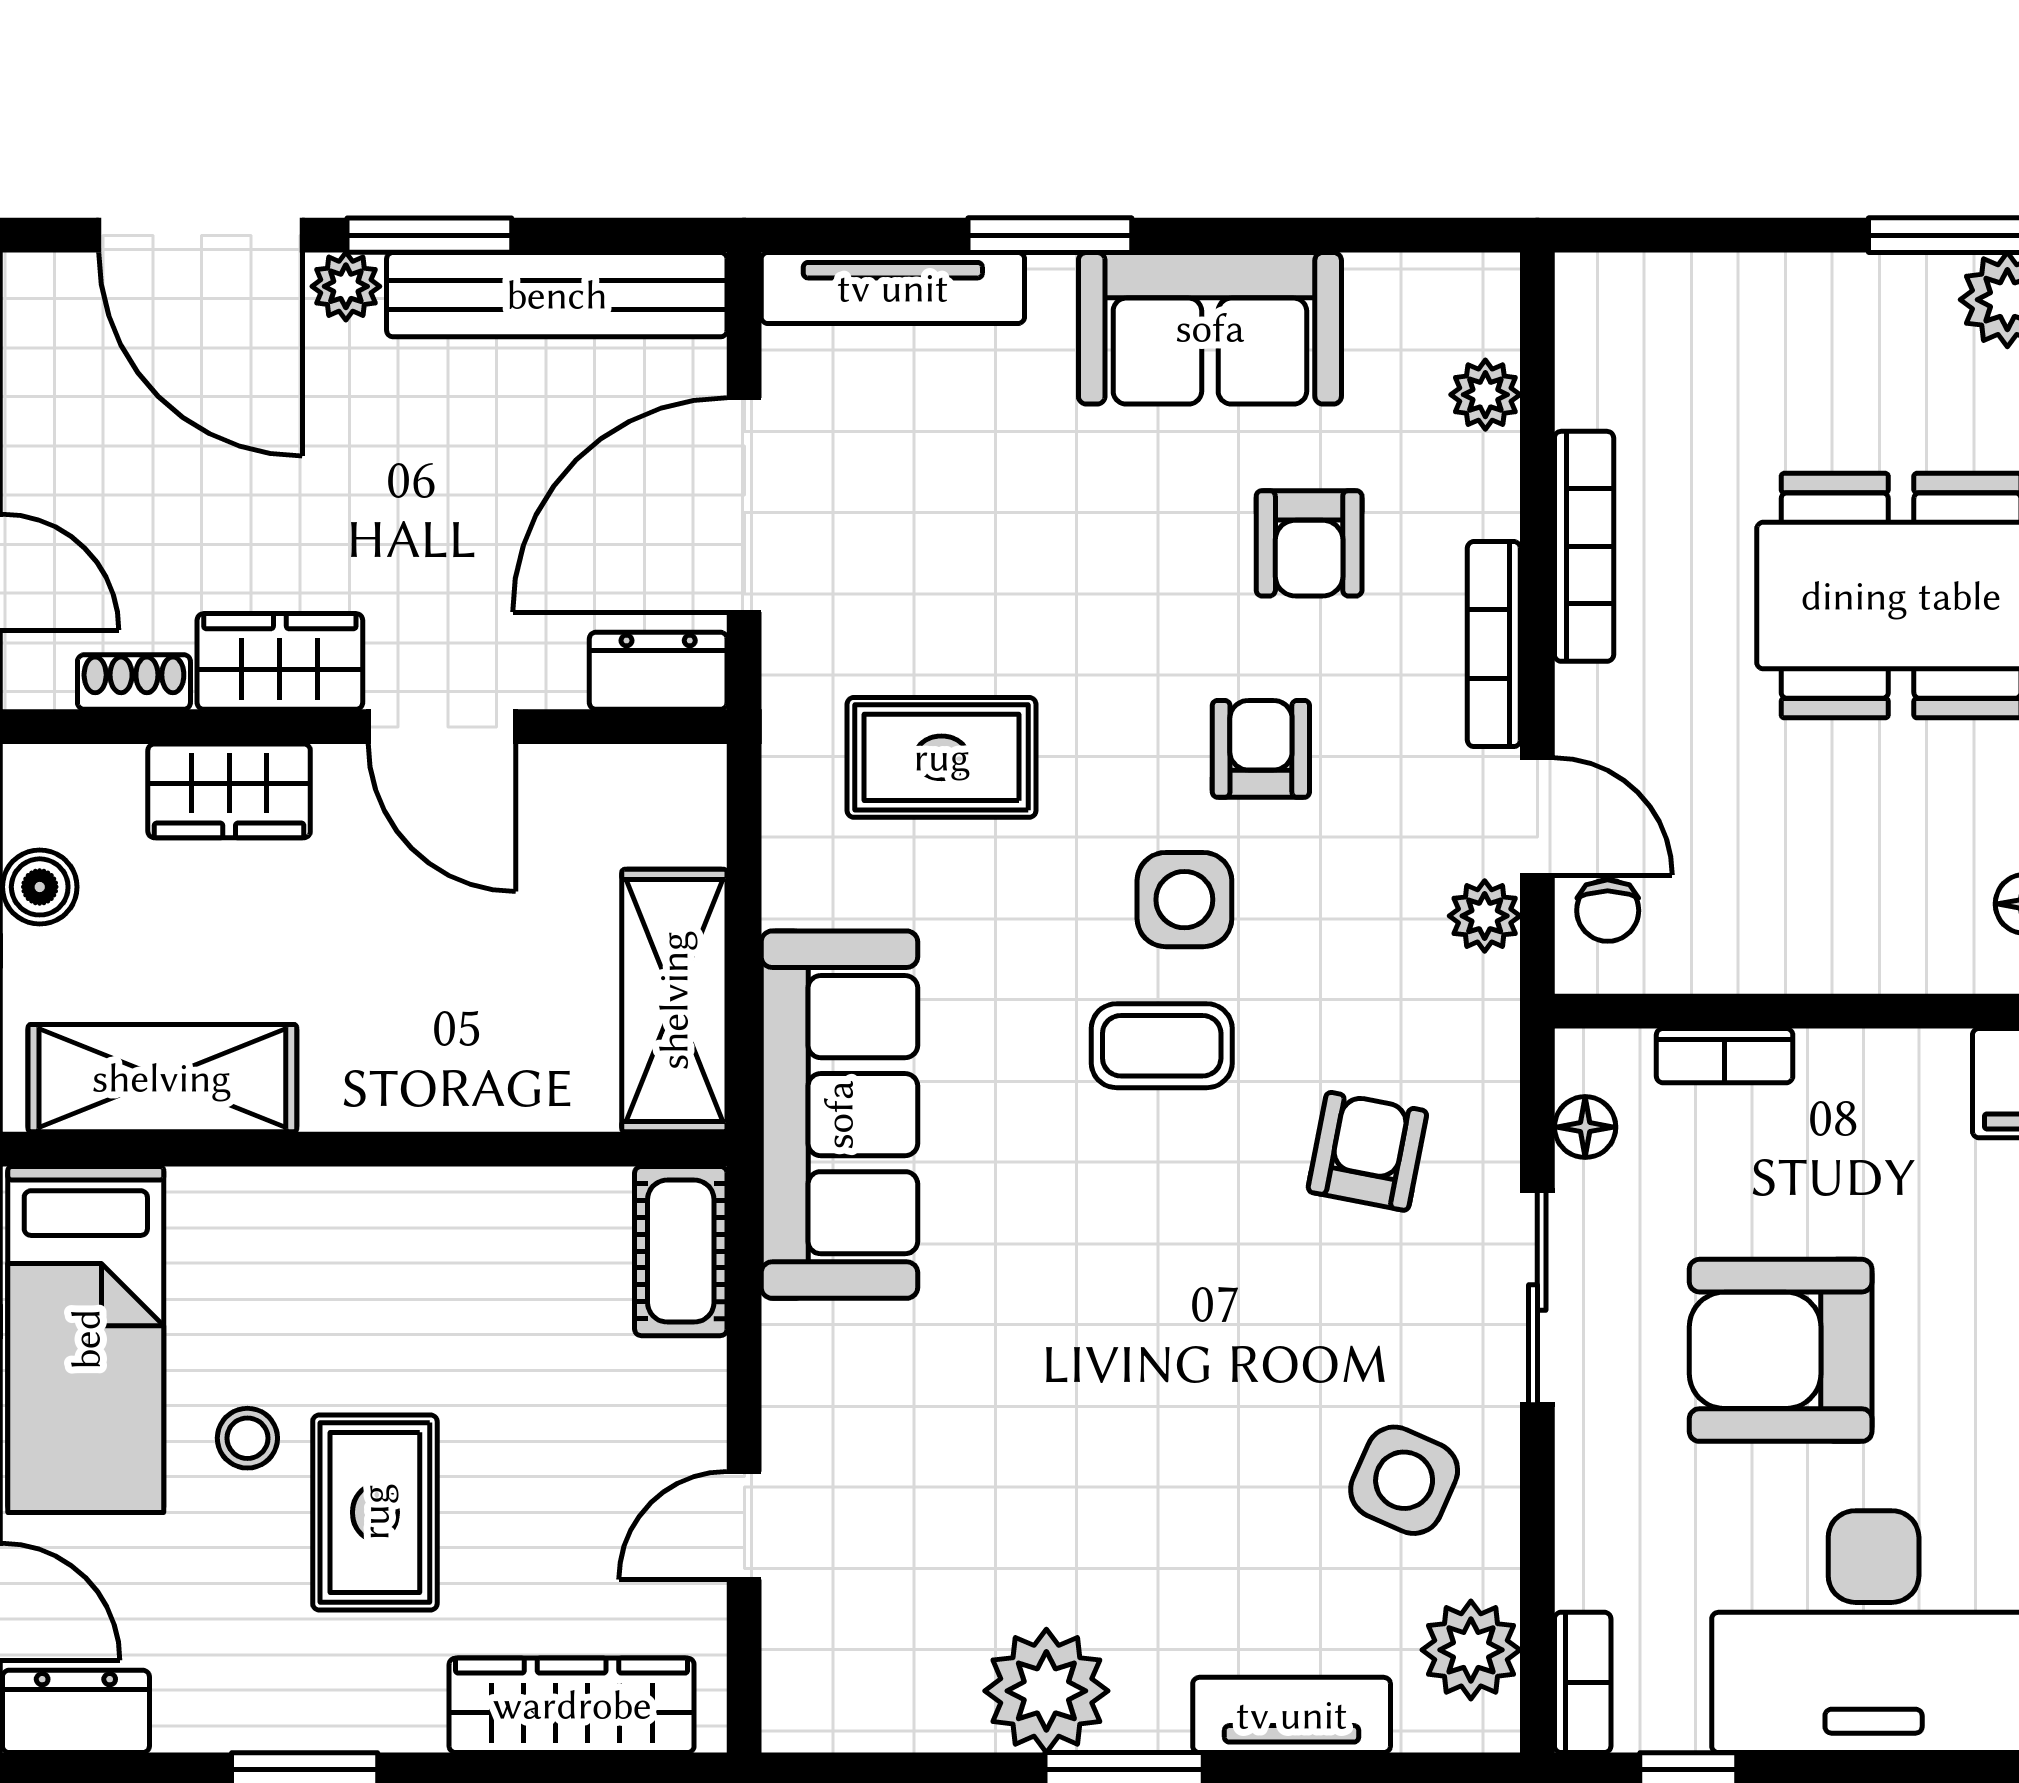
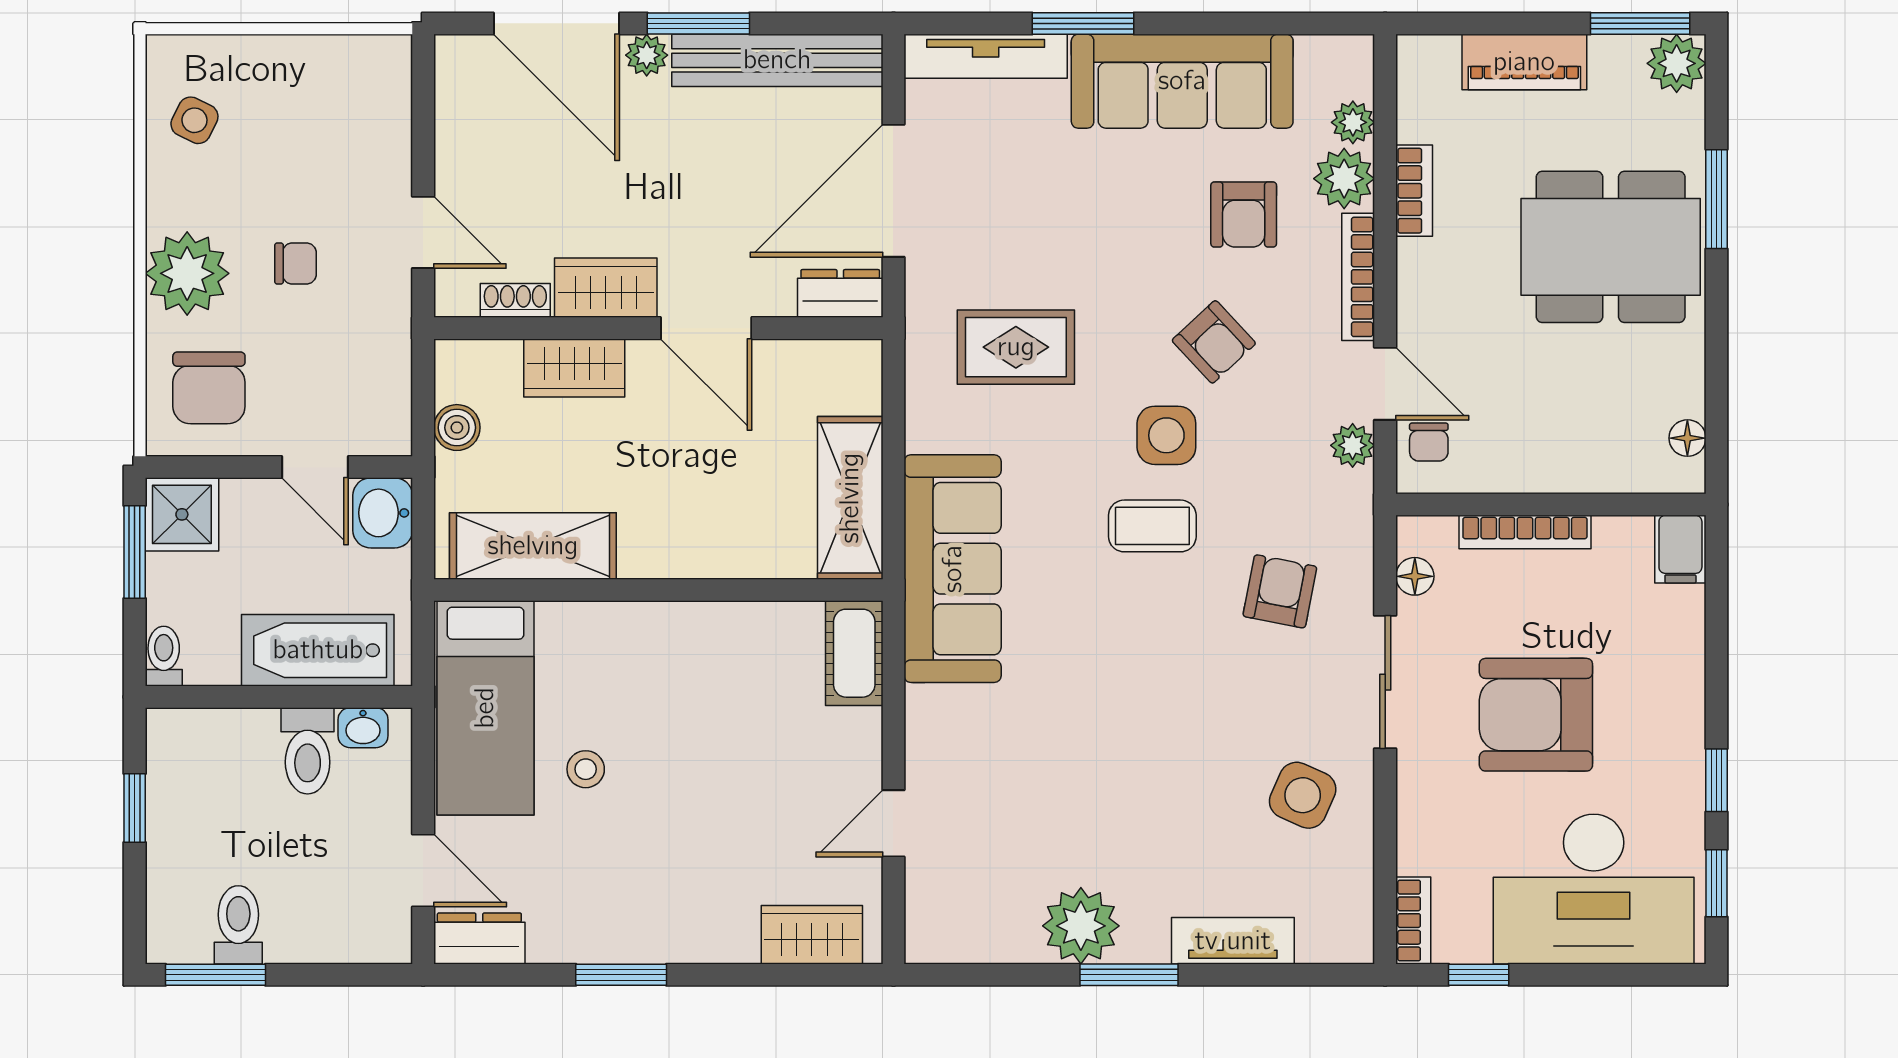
piano: (1762, 297) -> (1524, 62), added
sofa: (1210, 328) -> (1182, 81), width x1.36
bookcase: (1584, 546) -> (1414, 191), width x0.64
armchair: (1261, 749) -> (1214, 342), turned 137
bookcase: (1725, 1056) -> (1525, 532), width x1.56
rug: (375, 1512) -> (665, 815), removed
plant: (1471, 1650) -> (1344, 179), moved
wardrobe: (572, 1705) -> (812, 935), width x0.67

